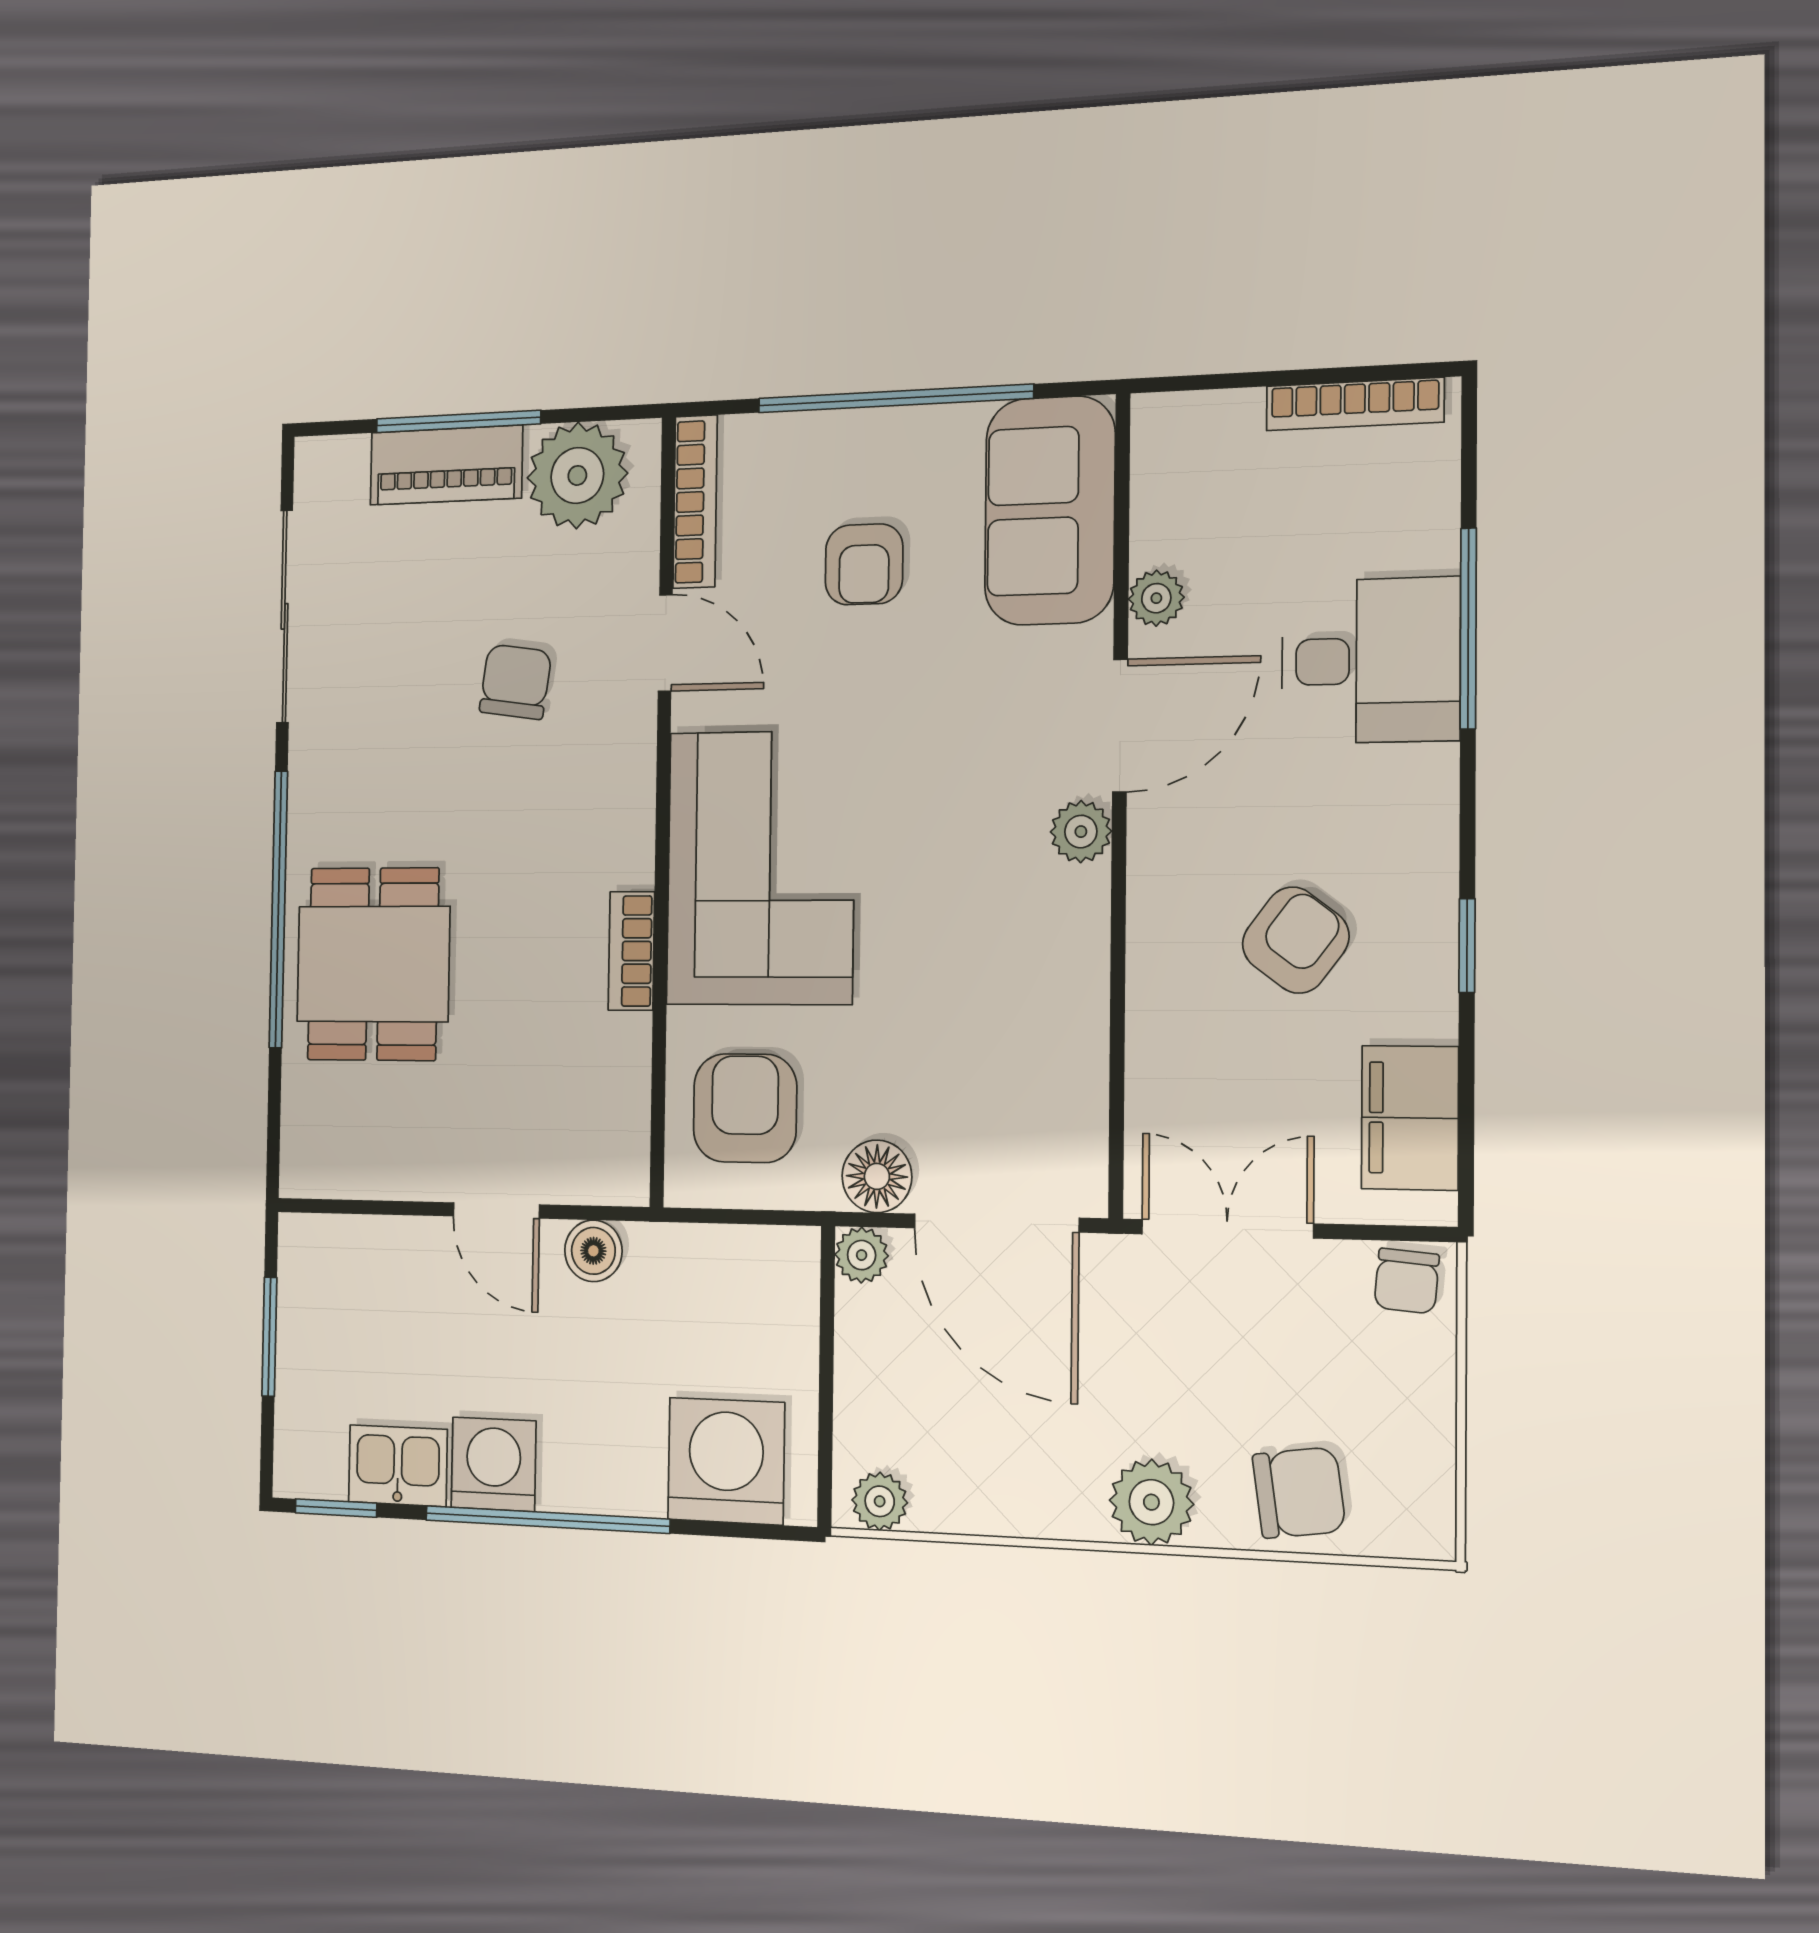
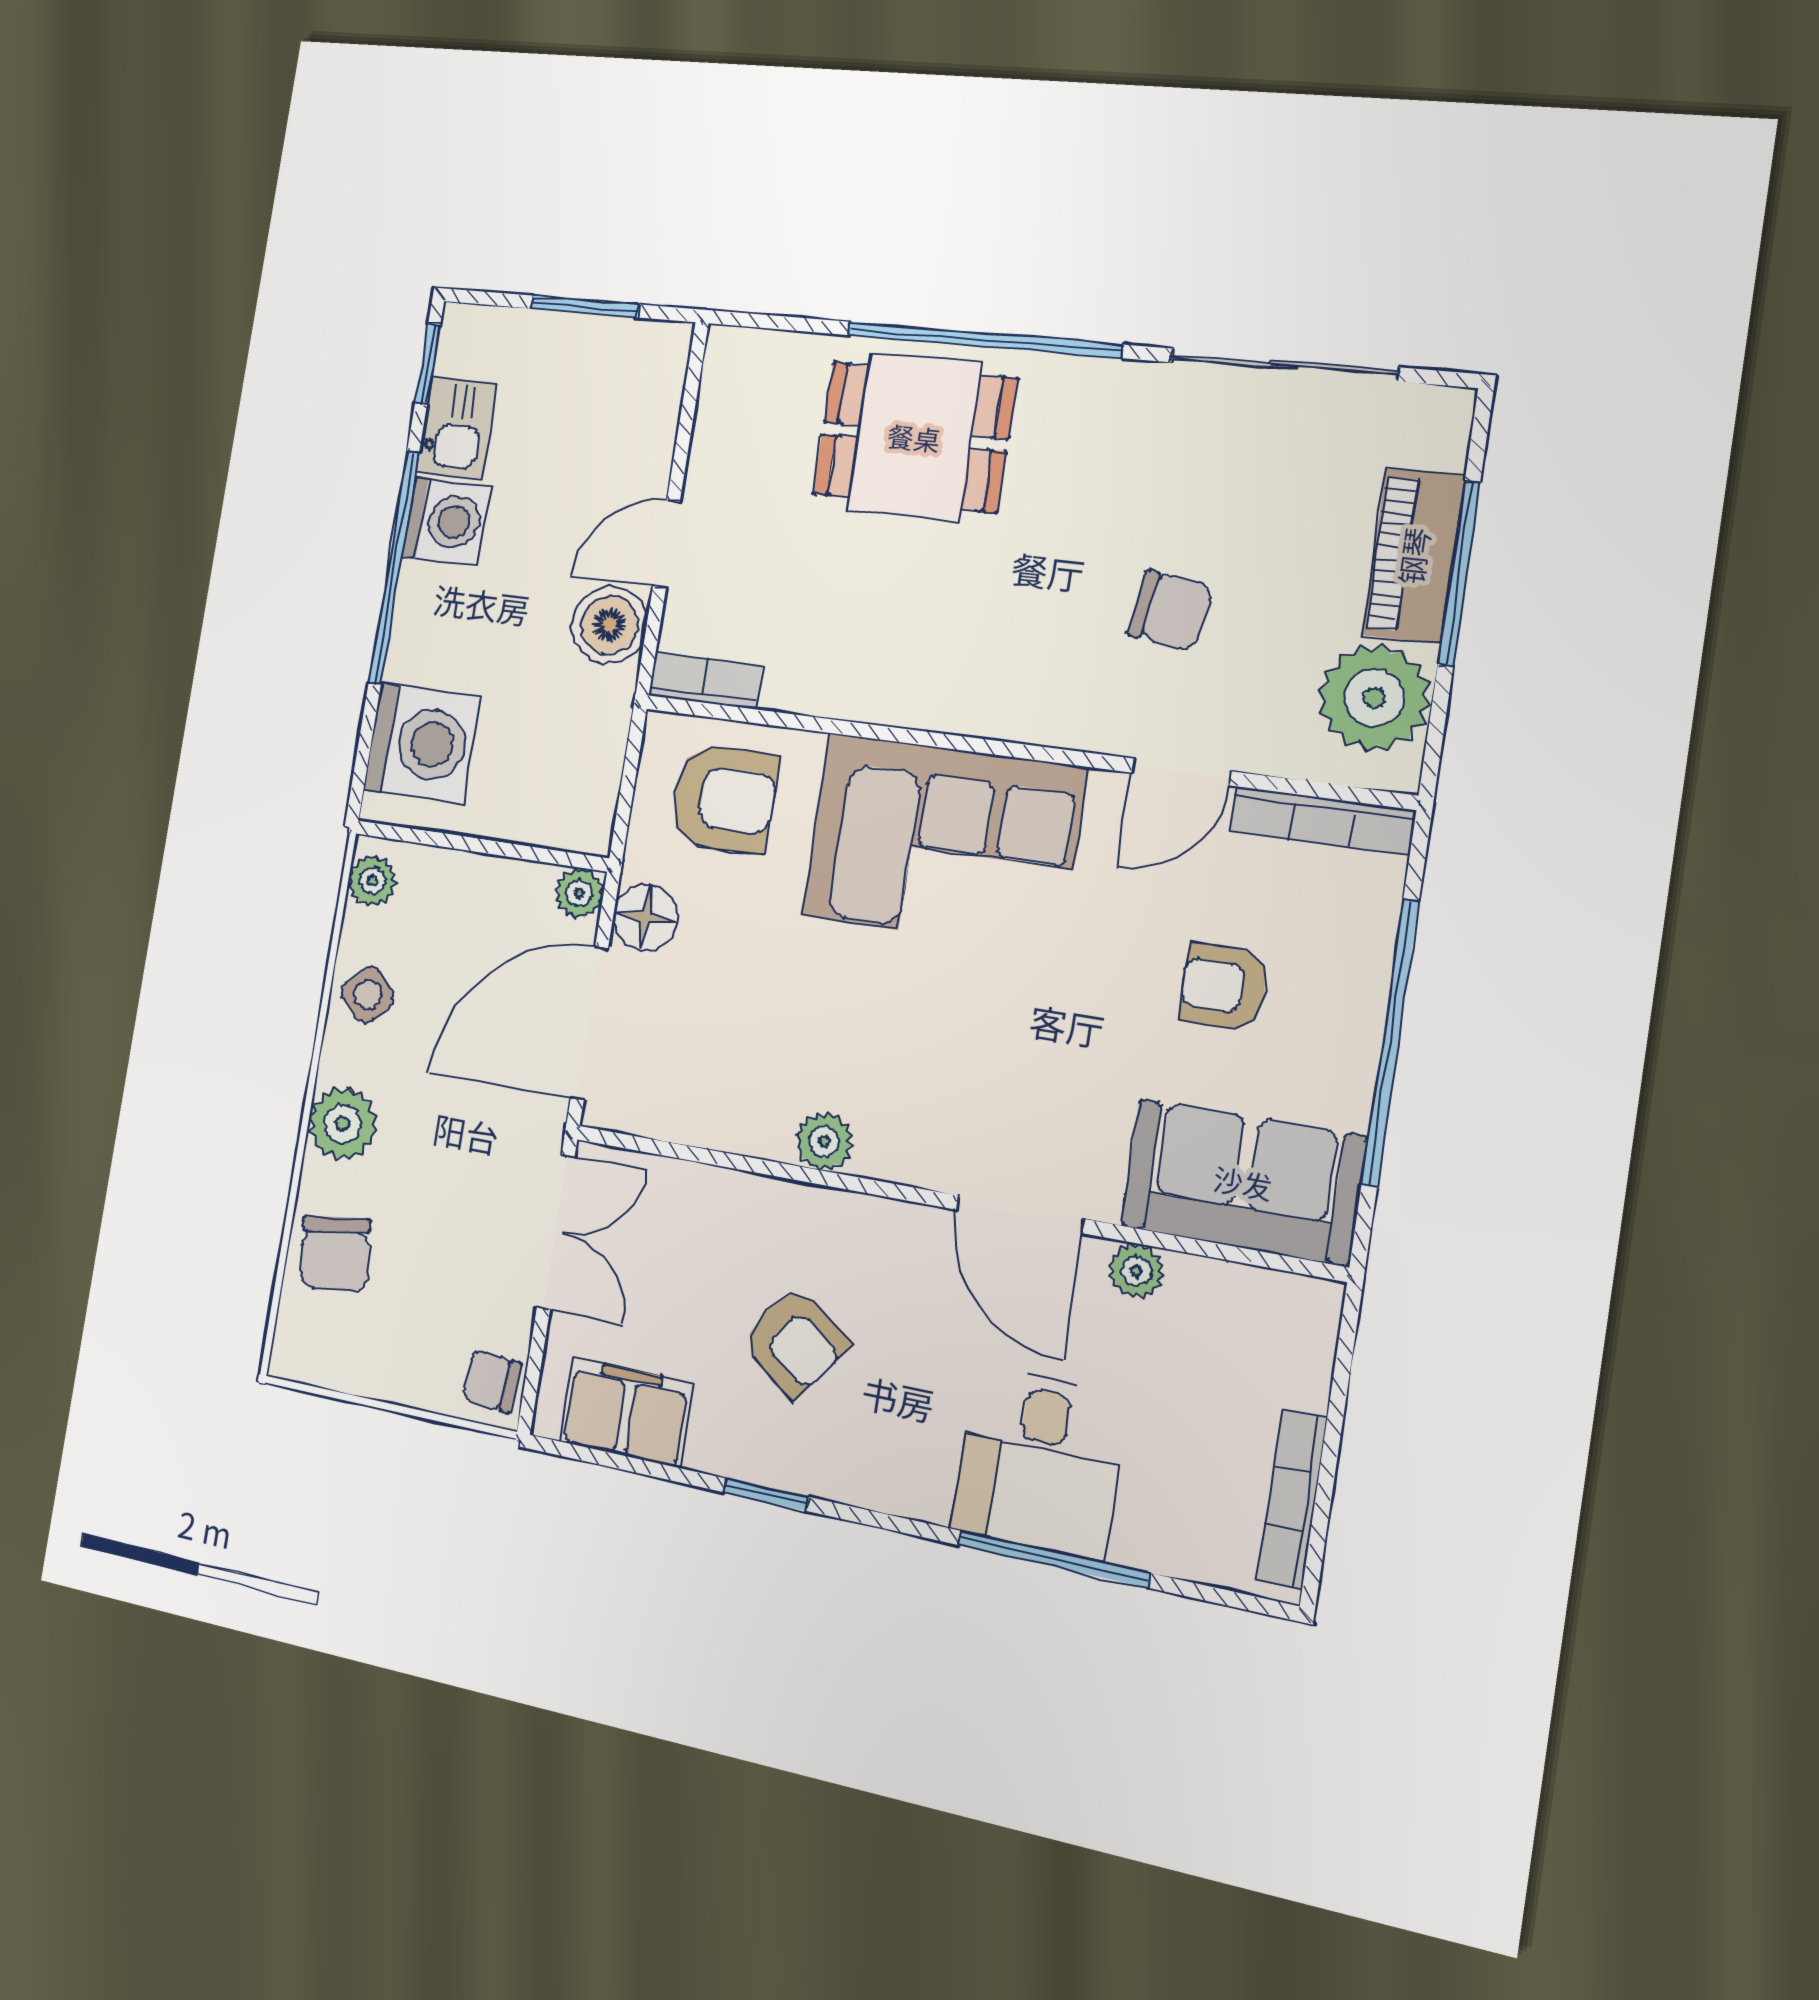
plant: (1081, 832) -> (824, 1141), moved
bookcase: (631, 951) -> (705, 680), moved
boiler: (593, 1251) -> (609, 625), width x1.36, depth x1.36
side table: (1004, 1490) -> (368, 994), added

